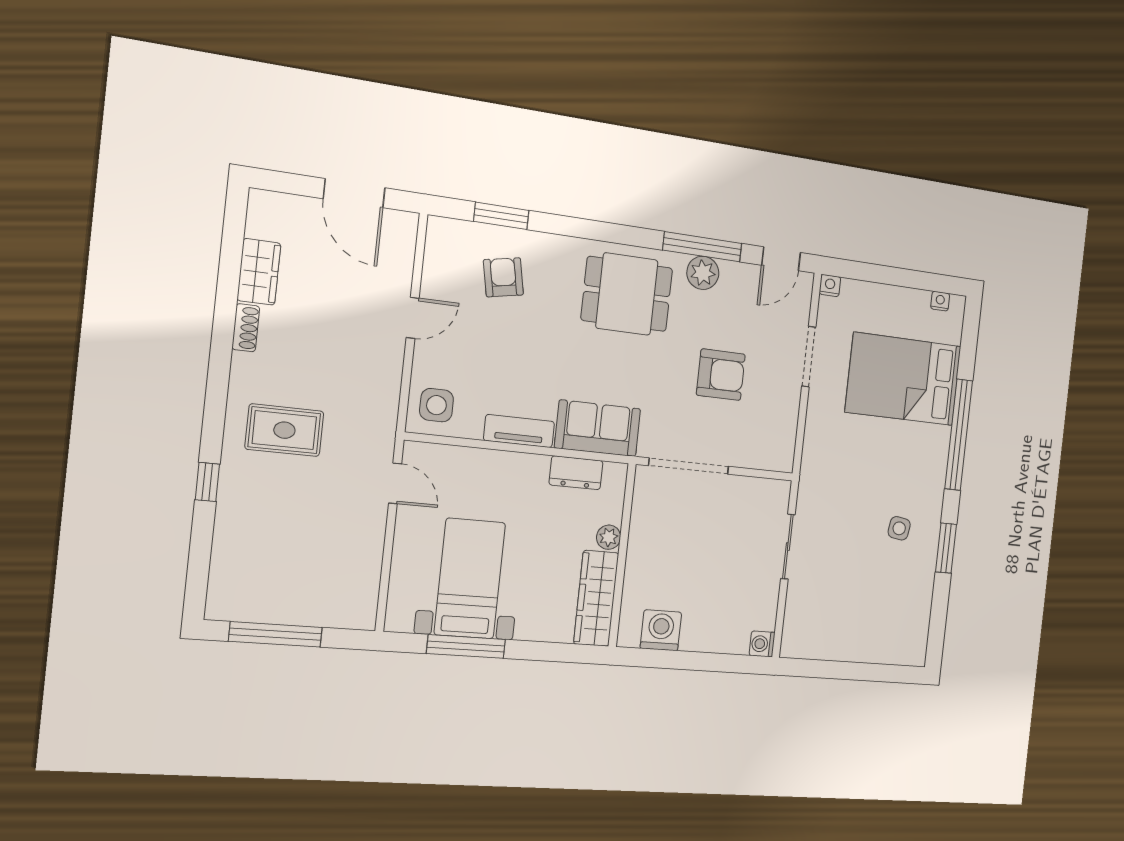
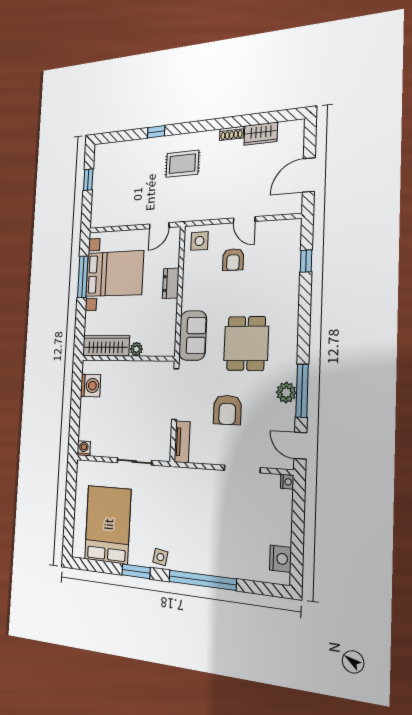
window: (501, 216) -> (306, 261), width x0.67
armchair: (503, 277) -> (233, 260), moved, turned 101
dining table: (627, 294) -> (246, 343), moved
nightstand: (940, 301) -> (280, 559), width x1.89, depth x1.79
bed: (903, 379) -> (108, 524), moved
rug: (284, 430) -> (182, 164), turned 90
tv unit: (519, 431) -> (182, 442), moved
dresser: (576, 473) -> (171, 283), moved
side table: (899, 528) -> (160, 557), moved
bed with nightstands: (470, 579) -> (114, 274), width x1.36
window: (276, 634) -> (88, 180), width x0.46

